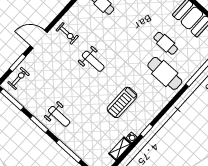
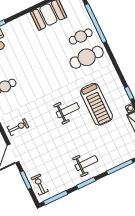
cafe table: (166, 43) -> (81, 37), moved
weight bench: (93, 61) -> (68, 110), moved
treadmill: (122, 102) -> (97, 104), width x1.37, depth x1.38

